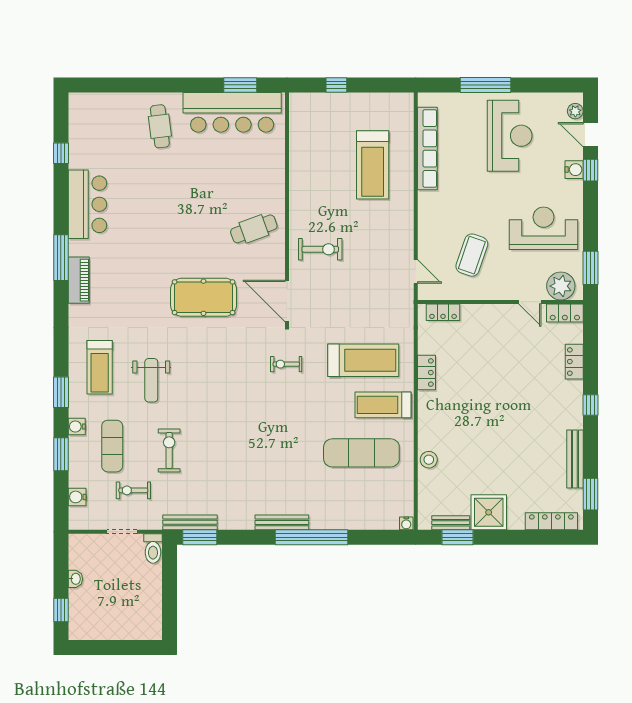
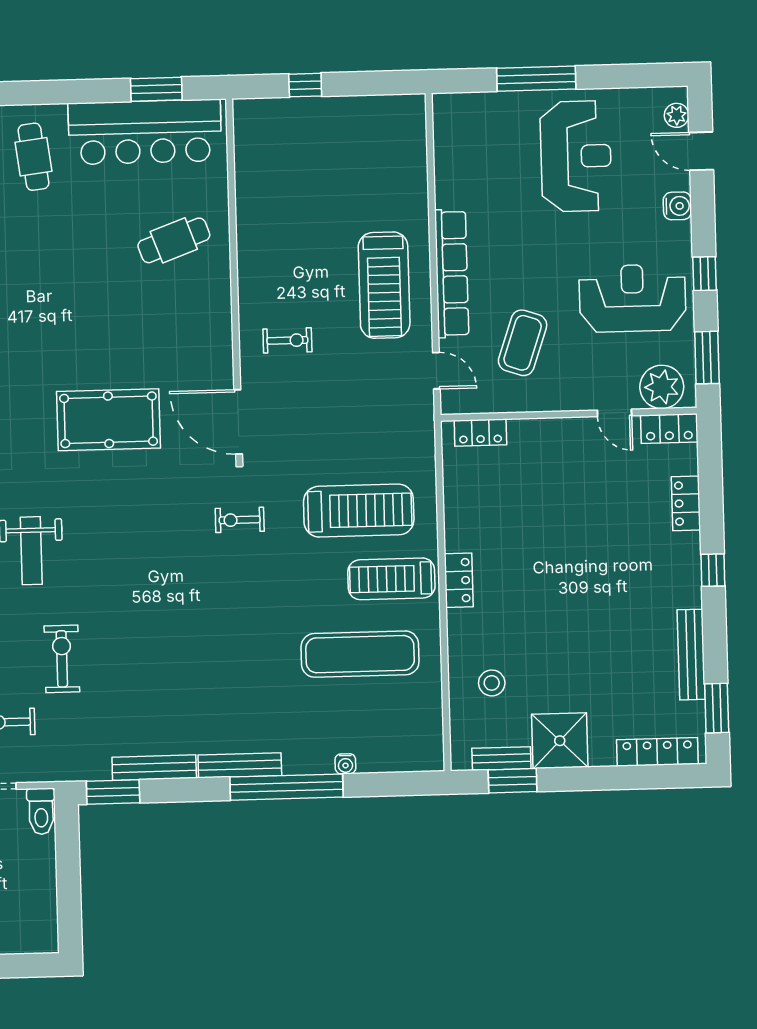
row of seats: (427, 149) -> (452, 273), moved
treadmill: (373, 165) -> (384, 285), moved
window: (590, 170) -> (705, 274), moved
cafe table: (254, 229) -> (174, 240), moved
exercise bike: (320, 249) -> (287, 340), width x0.73, depth x0.72
locker: (426, 373) -> (459, 580), moved
stool: (429, 460) -> (492, 683), moved
bench: (190, 522) -> (154, 768), moved
water cooler: (406, 523) -> (345, 764), moved

